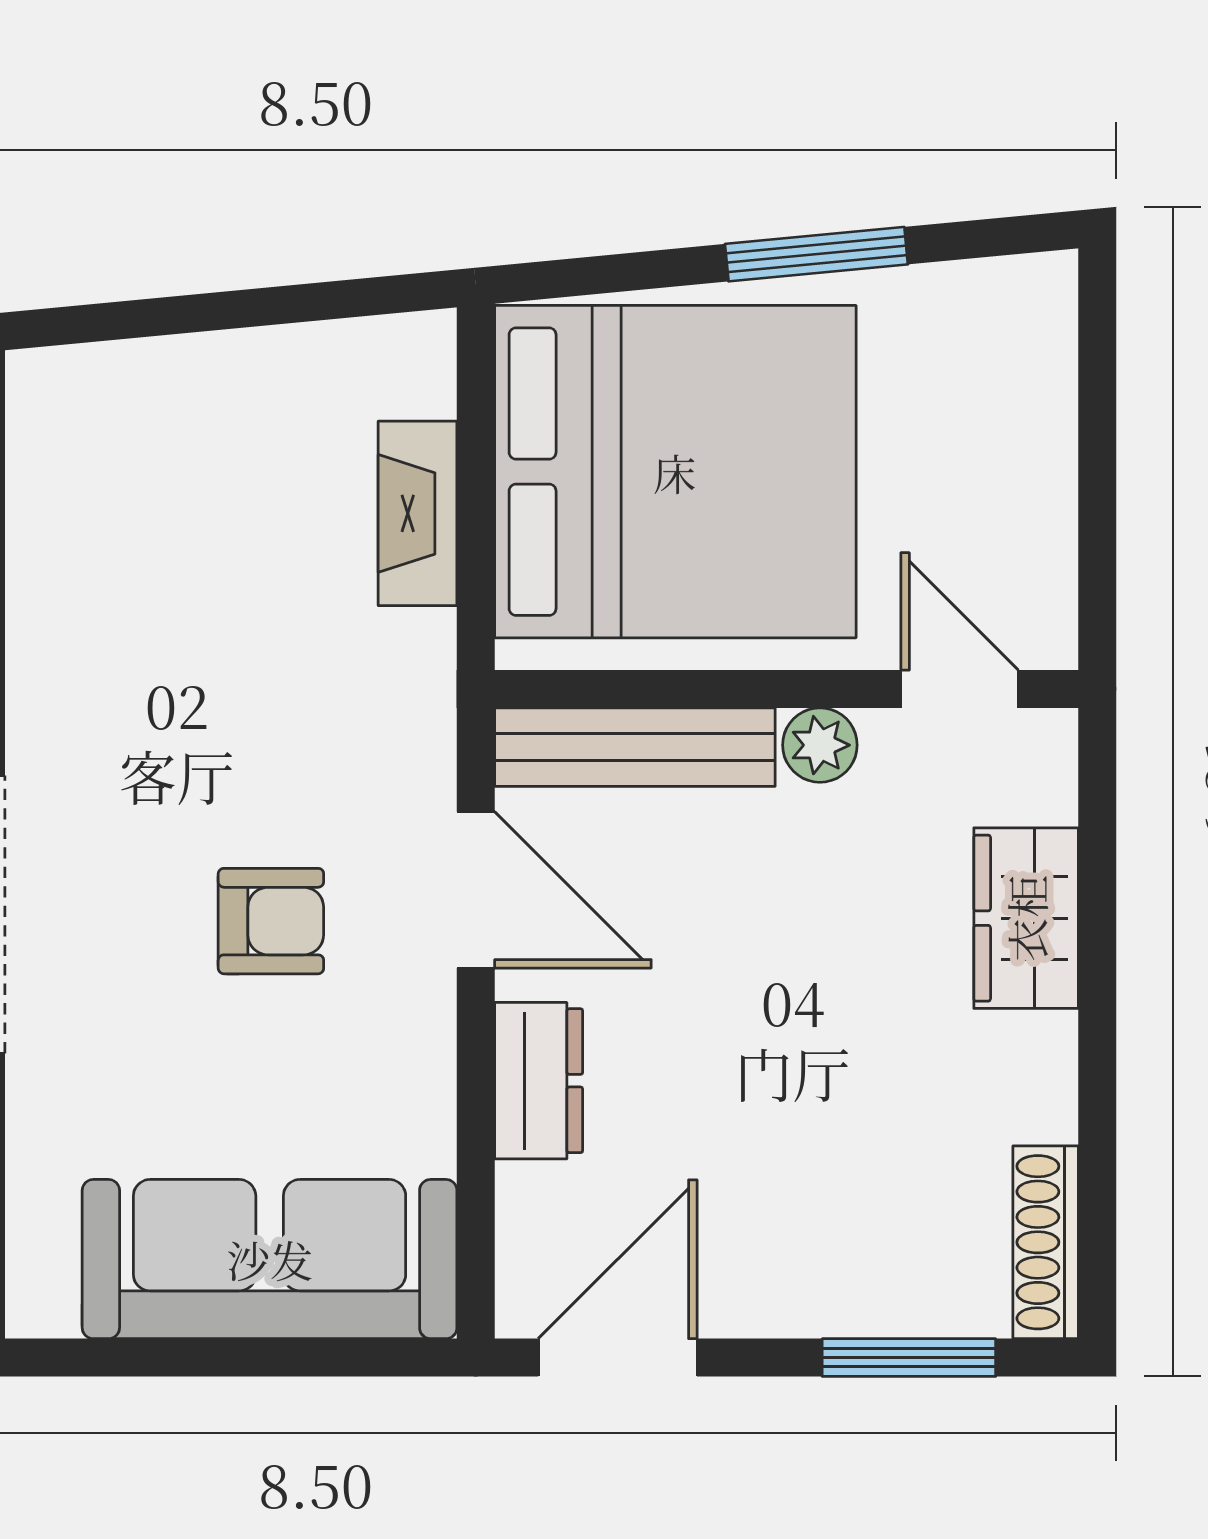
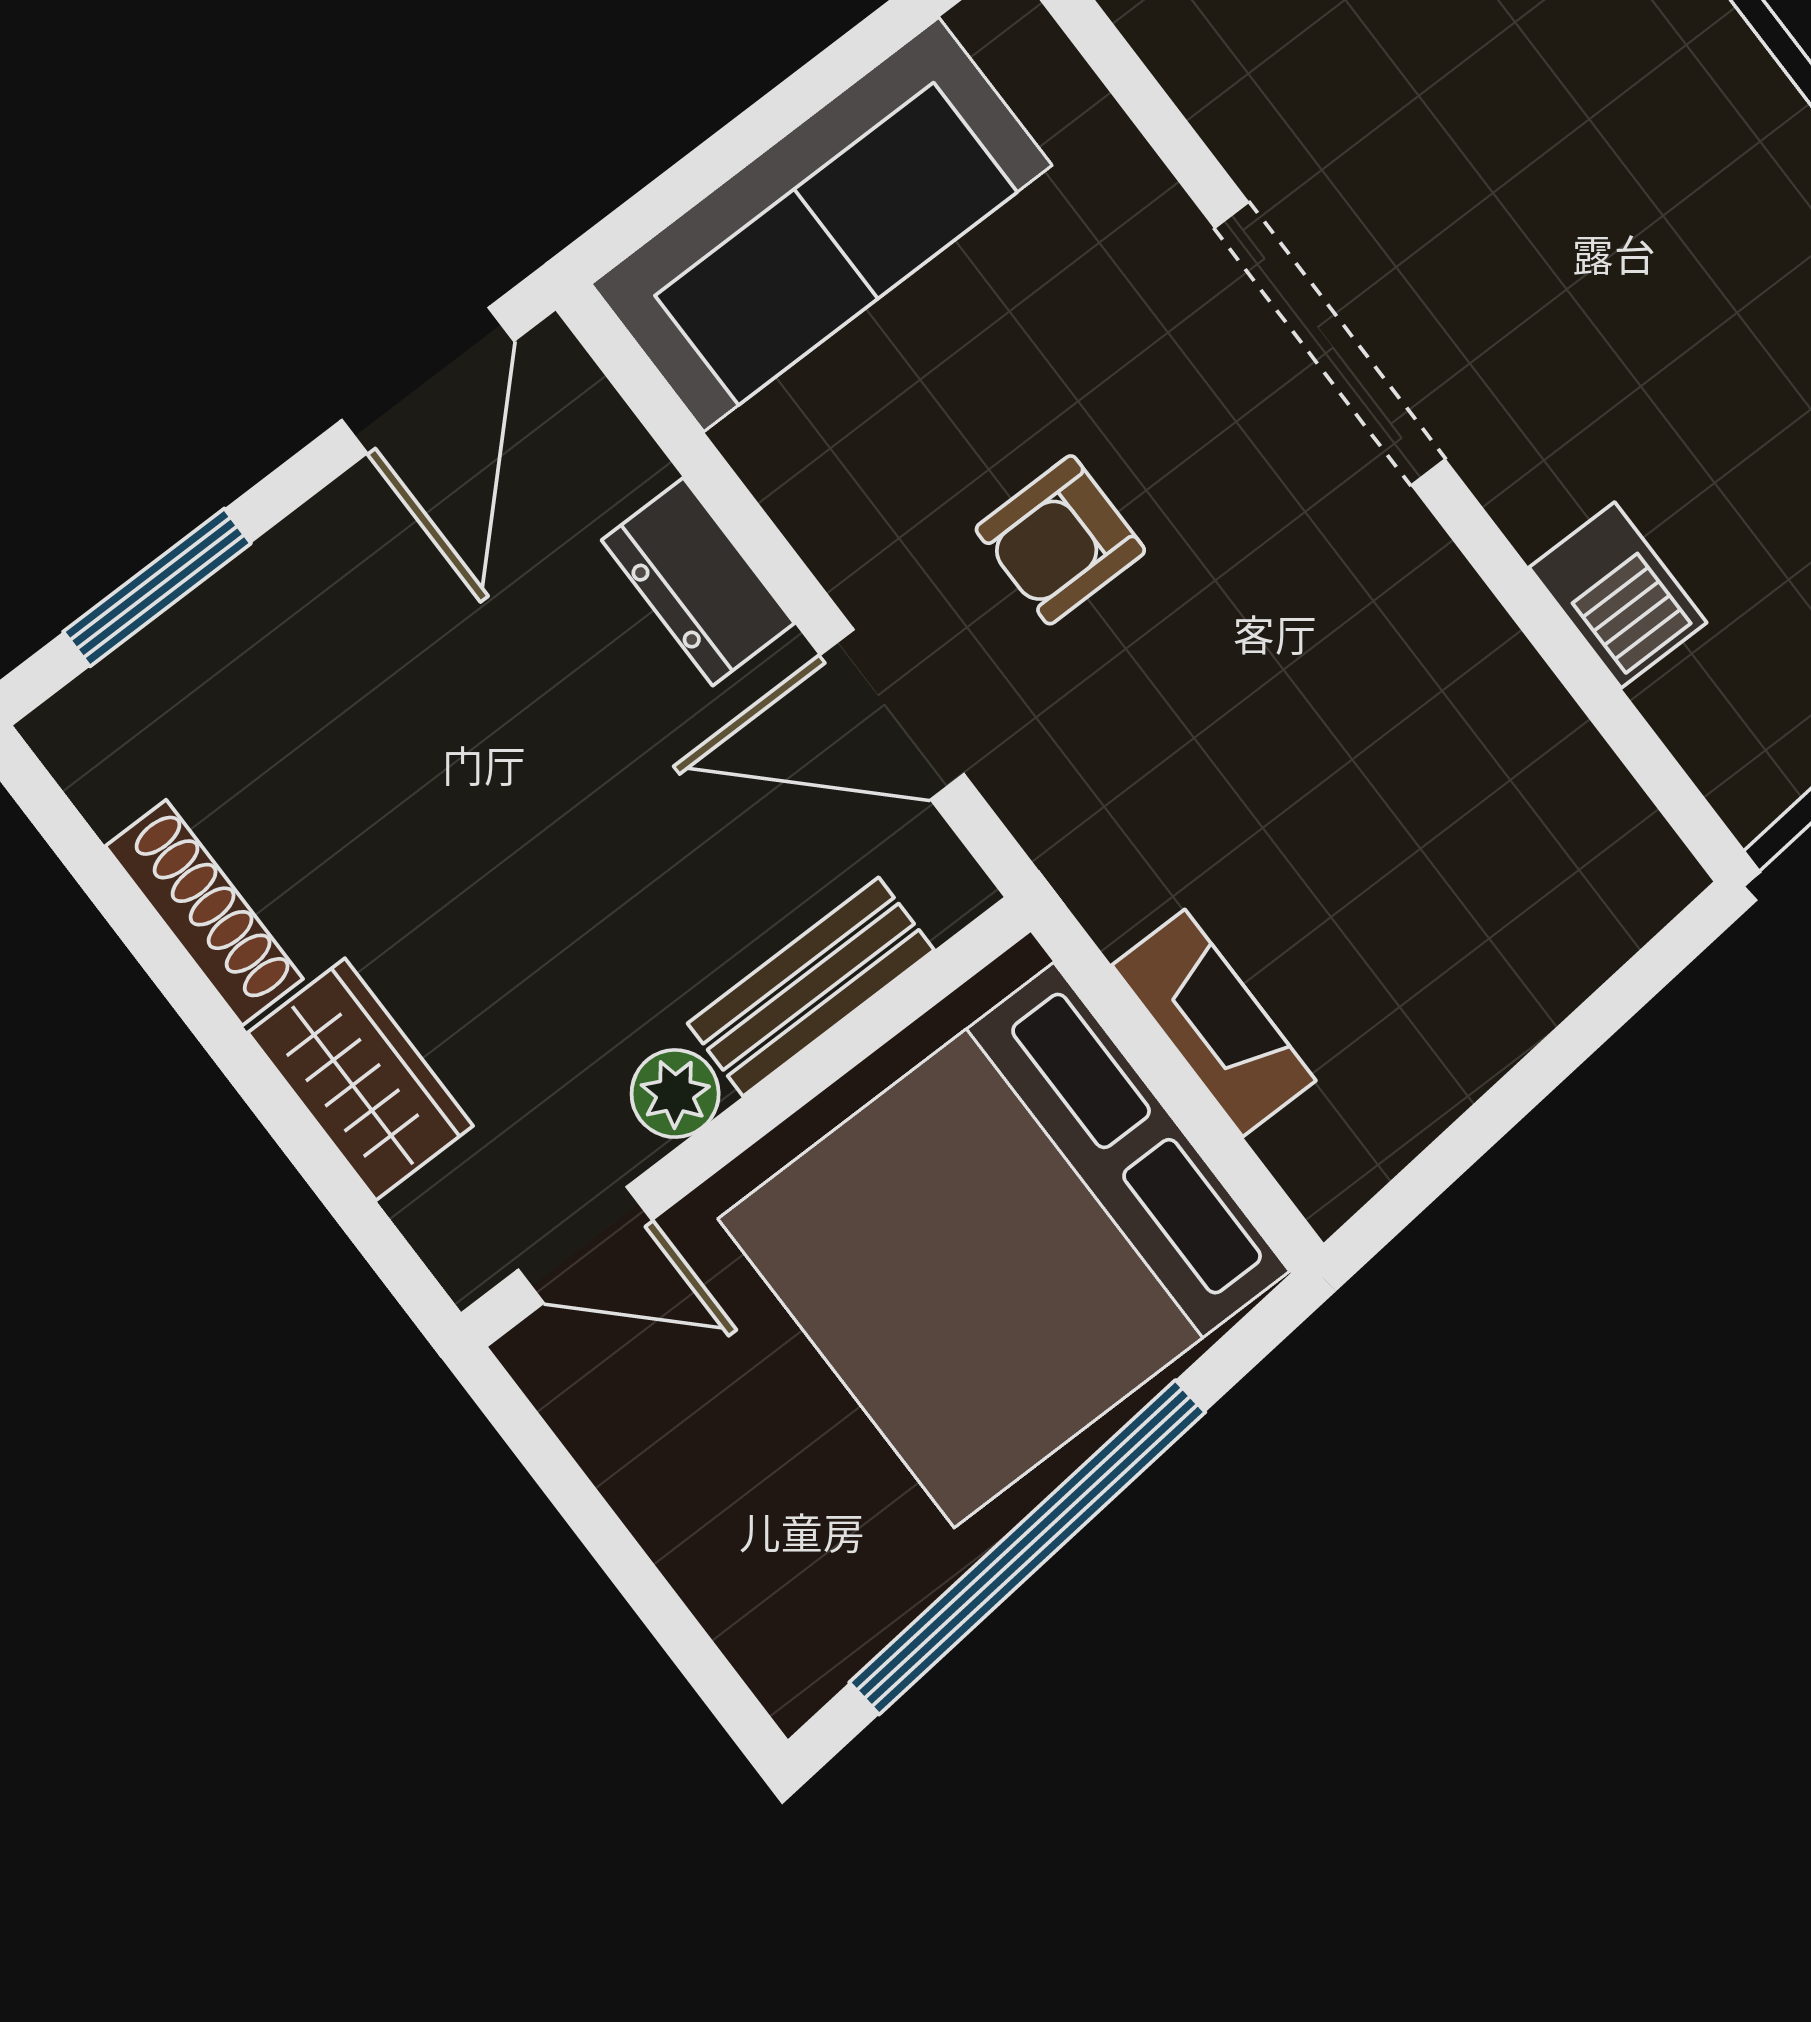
window: (816, 254) -> (1027, 1547), width x2.11
bench: (635, 747) -> (811, 987), width x0.73
shoe rack: (1046, 1242) -> (204, 913), moved

